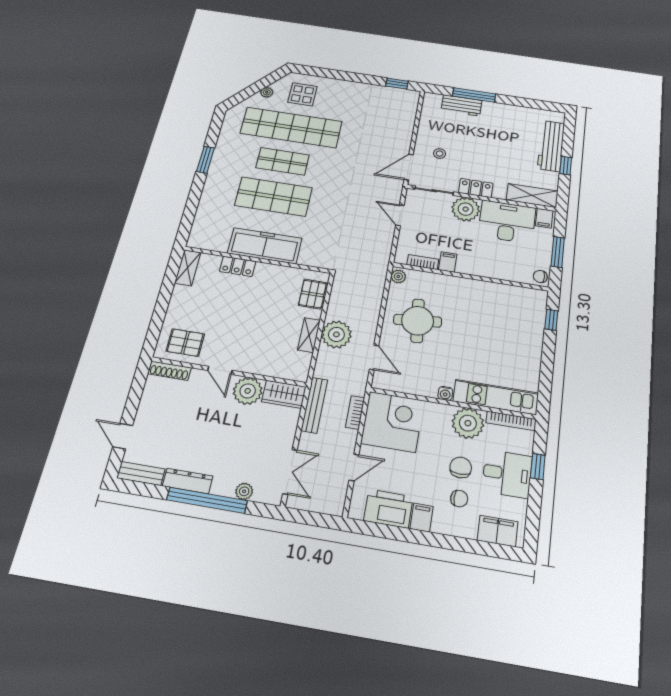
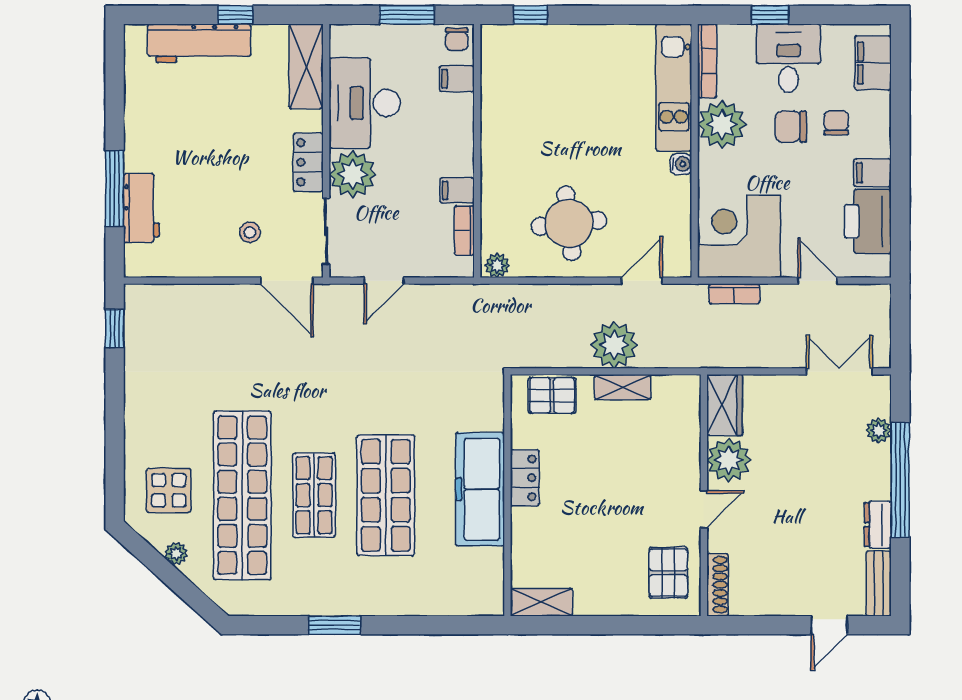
filing cabinet: (544, 218) -> (457, 79), moved, turned 180
locker: (238, 266) -> (525, 478), moved
bench: (314, 405) -> (733, 356), removed
dresser: (188, 481) -> (878, 525), width x0.70

